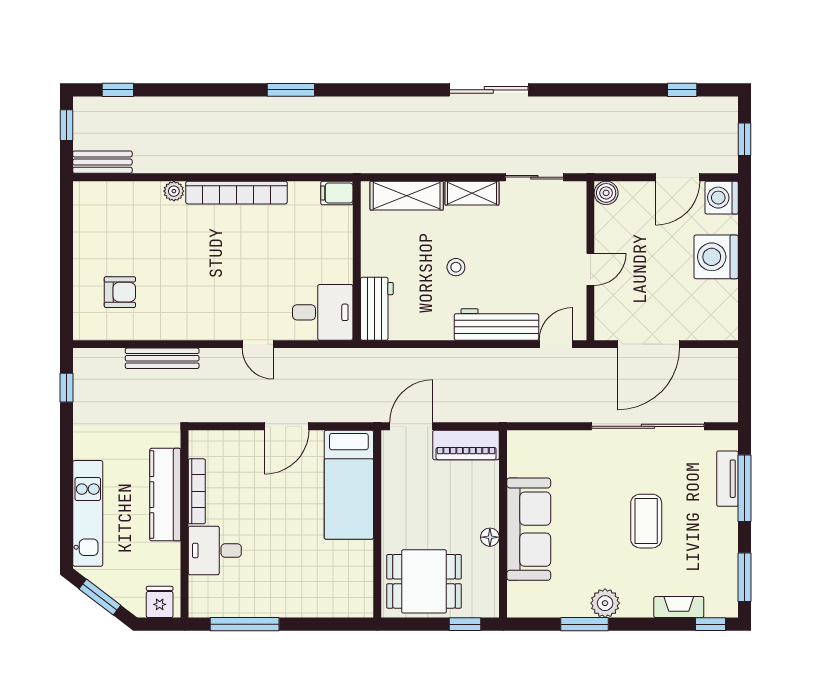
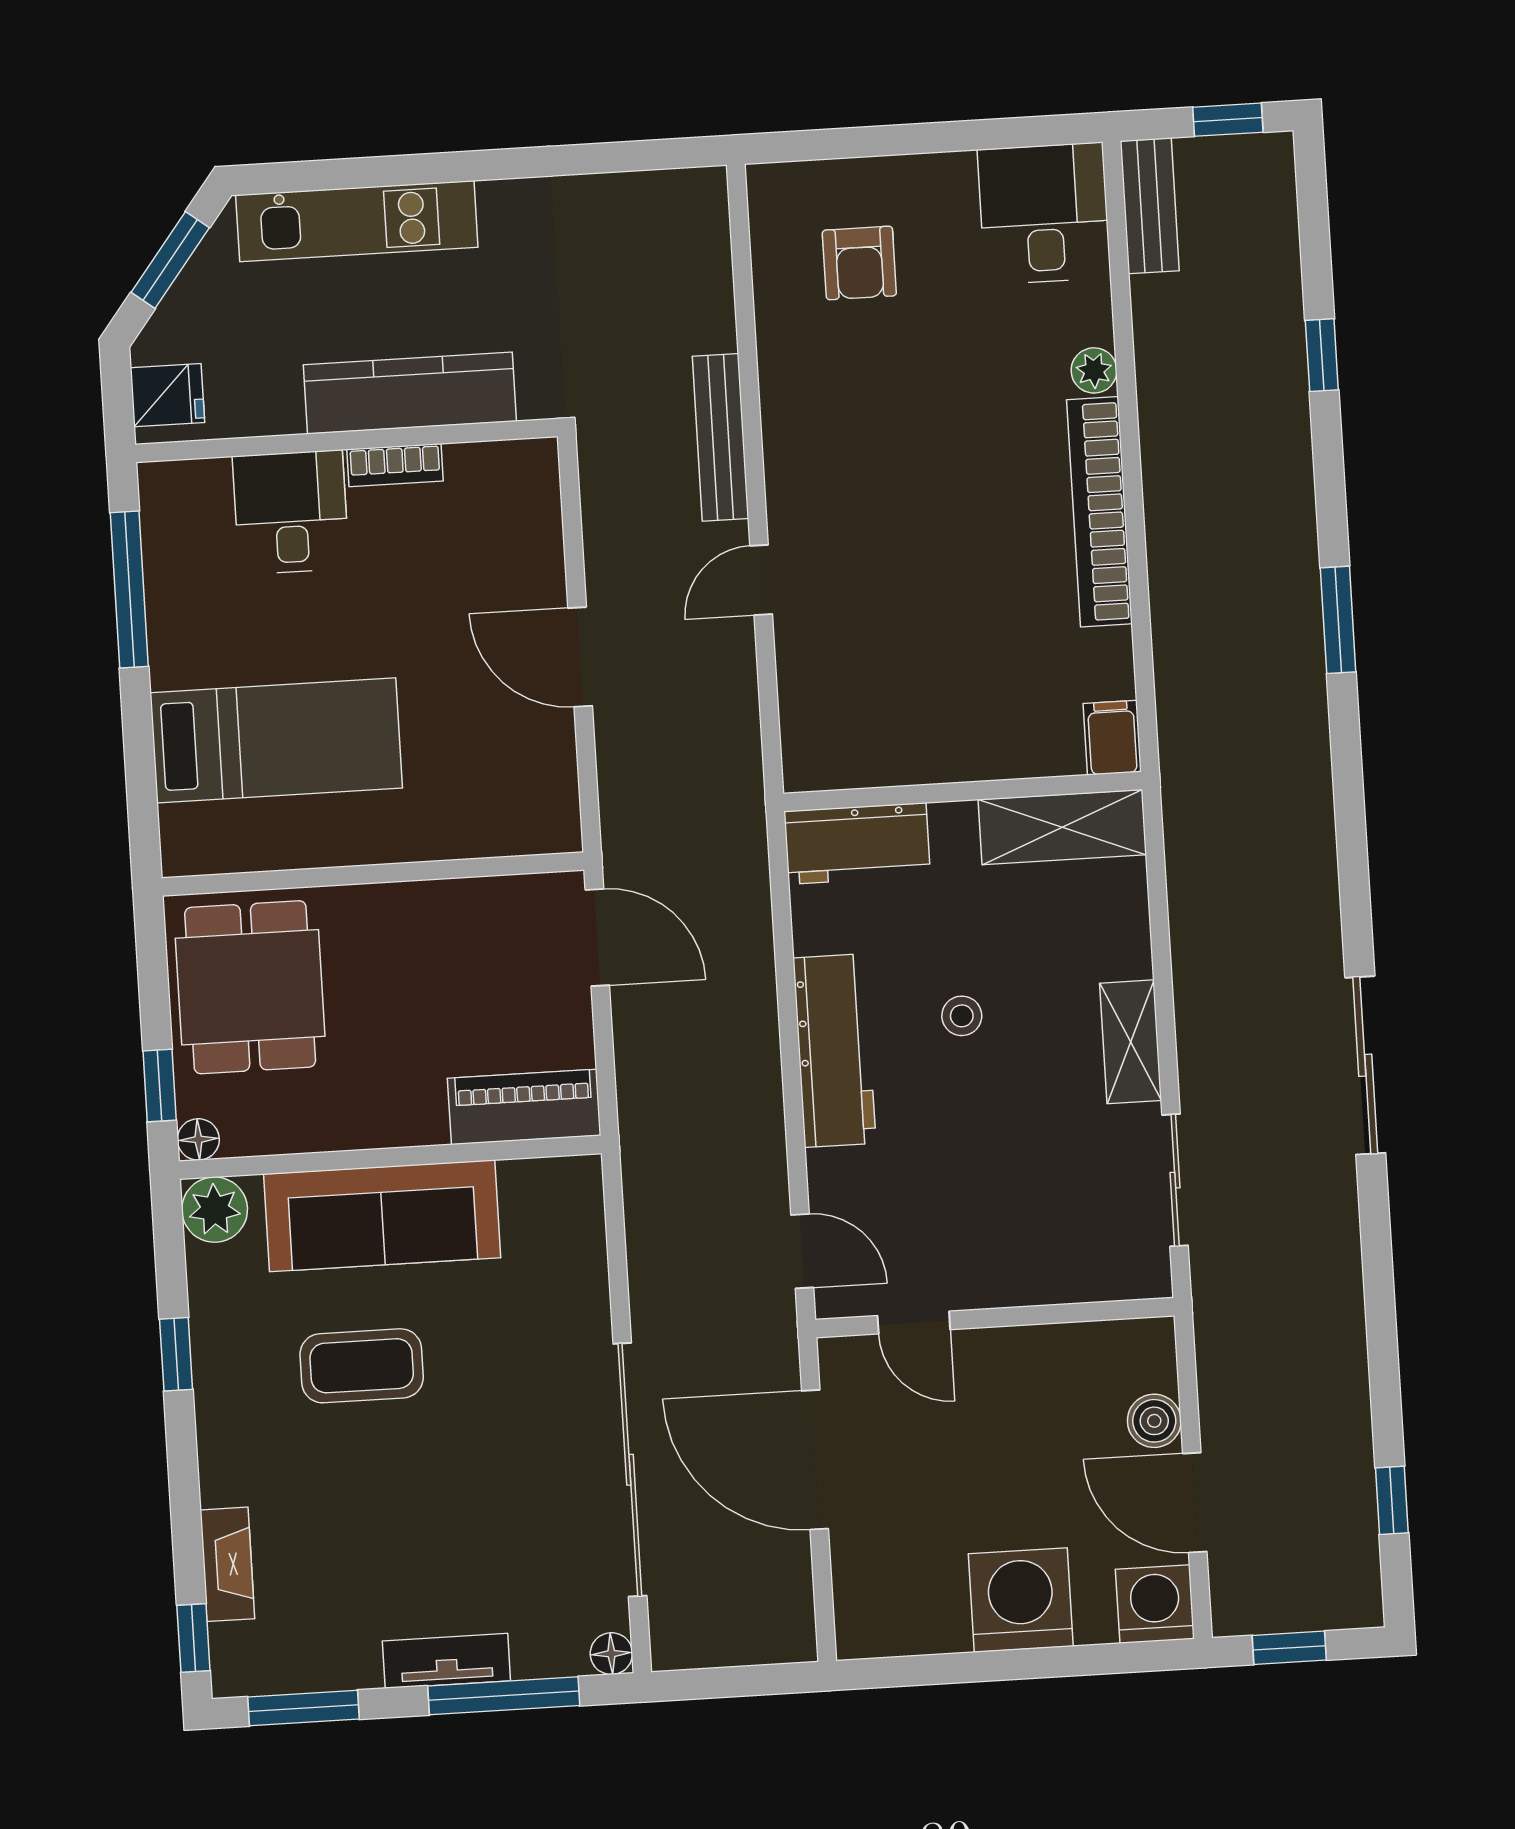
window: (118, 90) -> (1322, 355), moved
boiler: (606, 193) -> (1154, 1421), moved
shelving: (407, 196) -> (1062, 827), moved, turned 90
door: (590, 269) -> (914, 1323), moved
desk: (323, 312) -> (1044, 213), moved, turned 180
workbench: (496, 324) -> (834, 1051), moved
bench: (162, 358) -> (721, 437), moved
window: (66, 388) -> (637, 156), removed
floor lamp: (729, 439) -> (611, 1654), added
piano: (466, 445) -> (524, 1107), moved, turned 90
tv unit: (727, 479) -> (446, 1661), moved
bed: (349, 485) -> (276, 740), moved, turned 180
bookcase: (197, 491) -> (395, 465), width x0.64
coffee table: (646, 521) -> (362, 1366), moved
floor lamp: (490, 537) -> (198, 1139), moved
plant: (605, 603) -> (215, 1210), moved
window: (584, 624) -> (176, 1354), width x0.67

